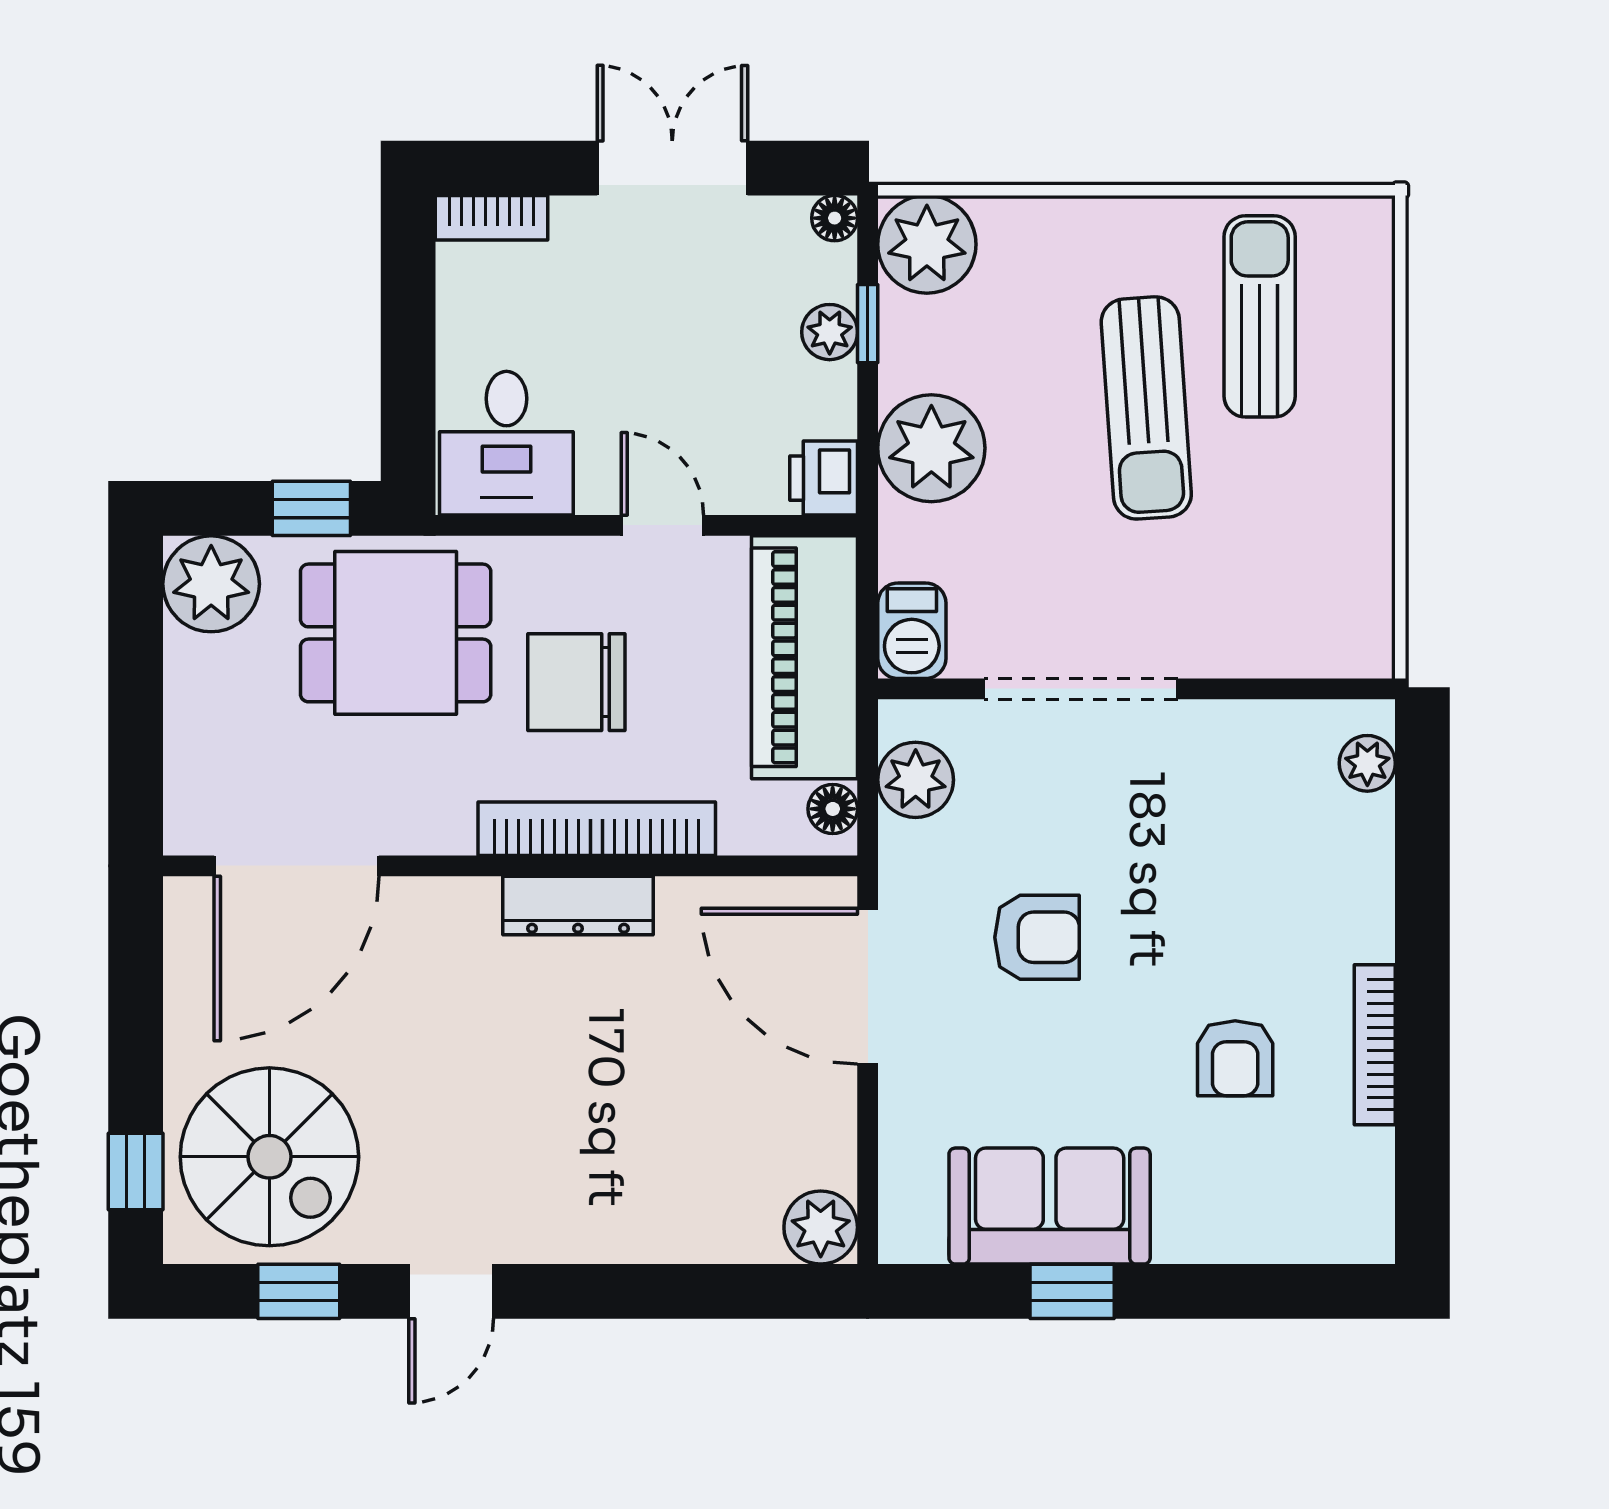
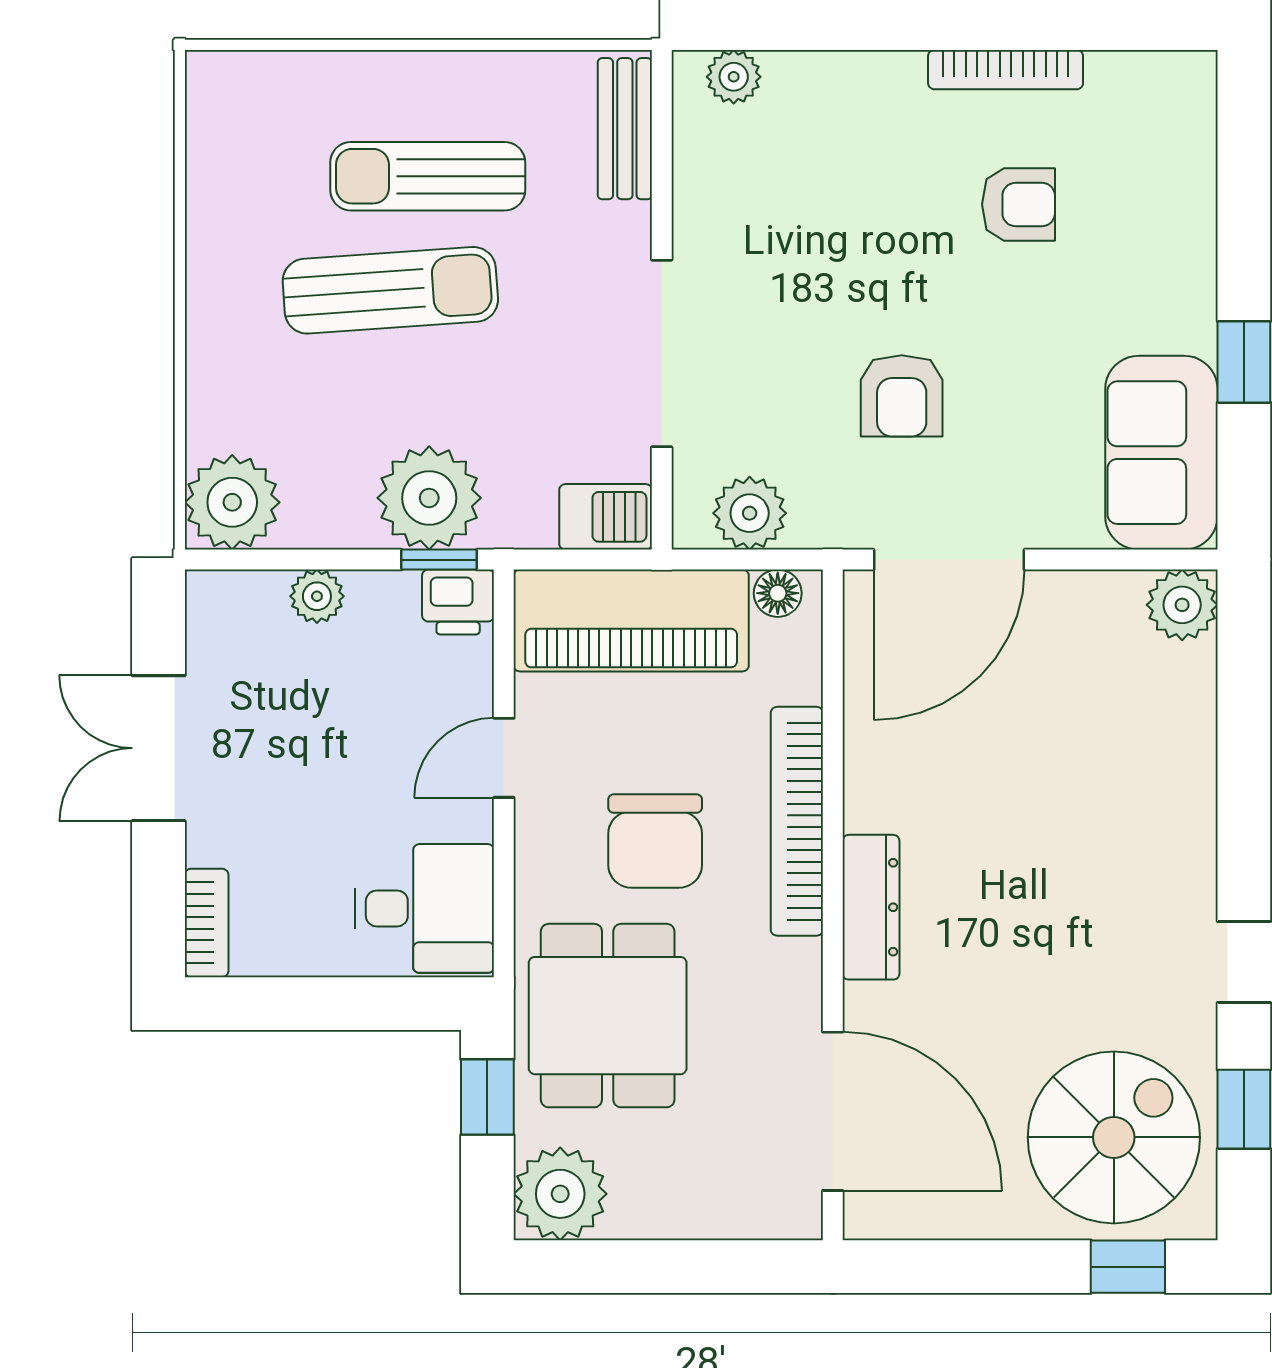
floor lamp: (835, 218) -> (207, 591), removed
sun lounger: (1260, 316) -> (428, 176), moved
window: (868, 324) -> (439, 560), moved
bench: (1314, 651) -> (625, 129), added
dresser: (578, 905) -> (871, 907), moved
armchair: (1037, 937) -> (902, 396), turned 180
sofa: (1050, 1206) -> (1161, 453), moved

